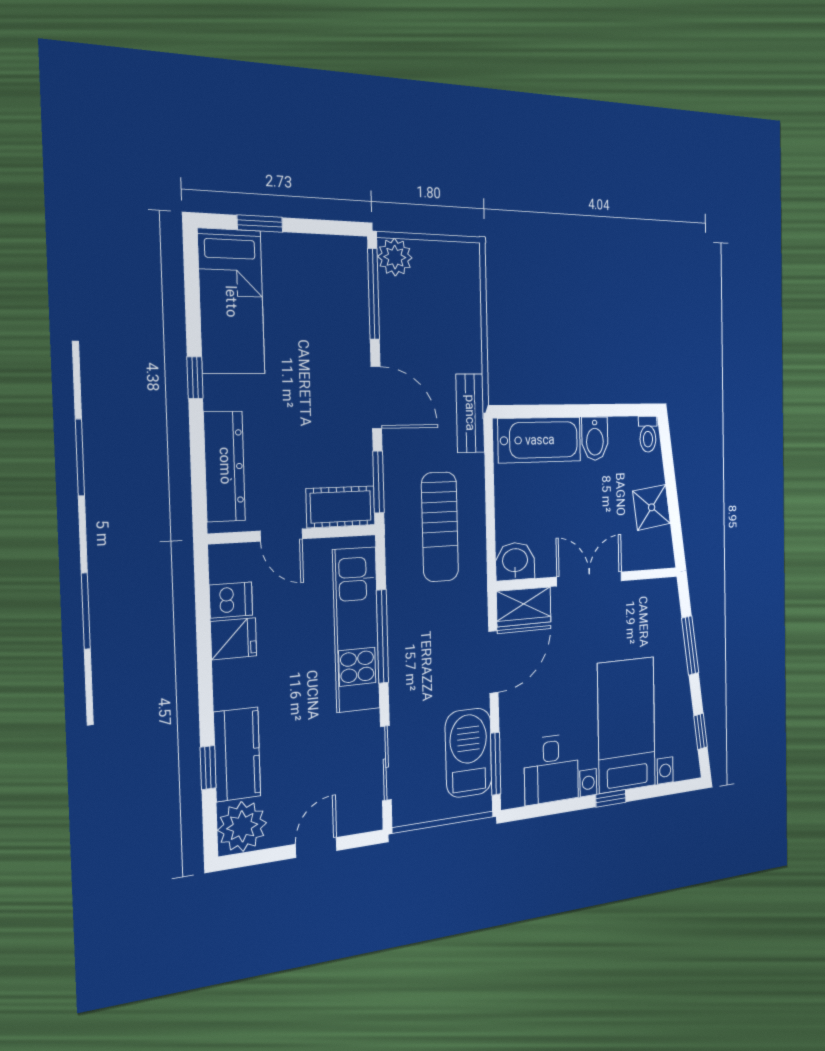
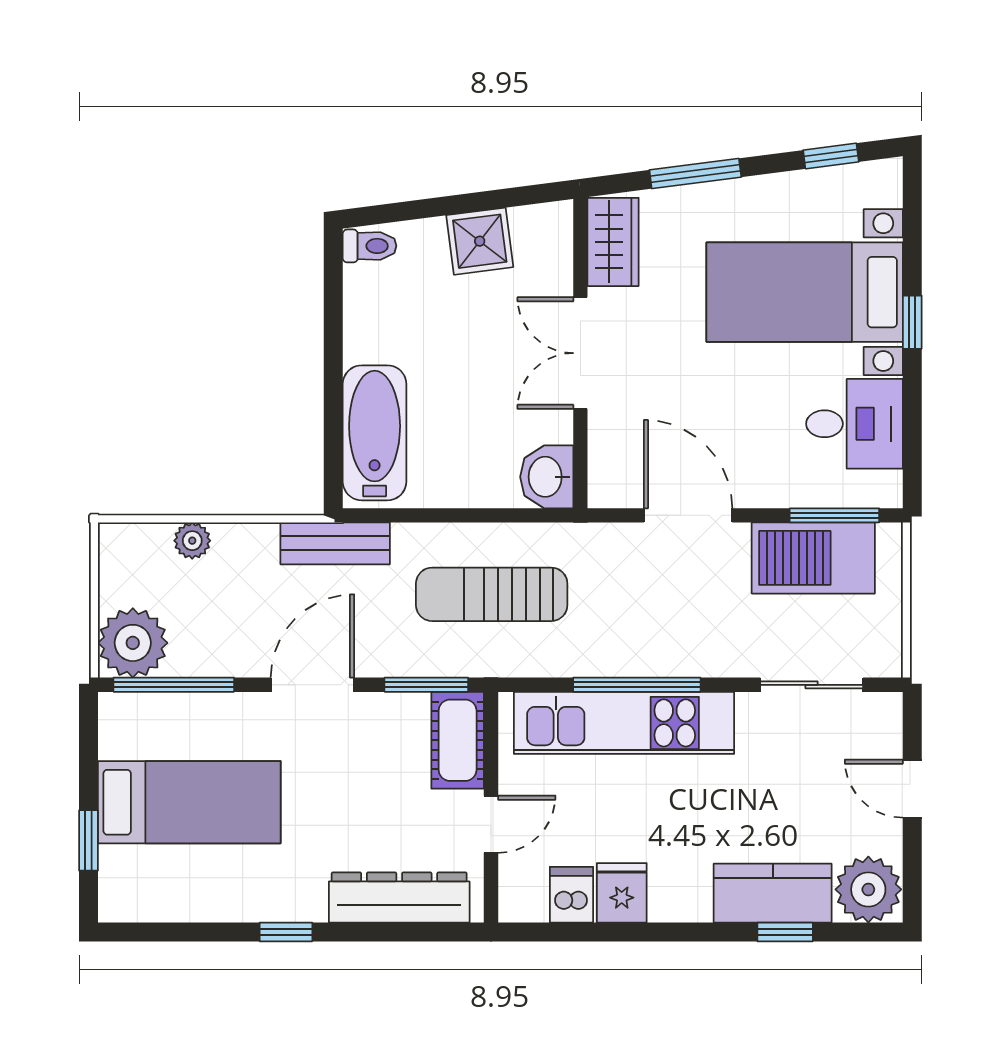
plant: (395, 257) -> (133, 643), width x1.36, depth x1.36
bed: (231, 302) -> (189, 802), moved
plant: (470, 310) -> (192, 541), added
bidet: (595, 439) -> (375, 340), removed
sun lounger: (440, 527) -> (492, 594), turned 180
wardrobe: (524, 607) -> (613, 242), moved

